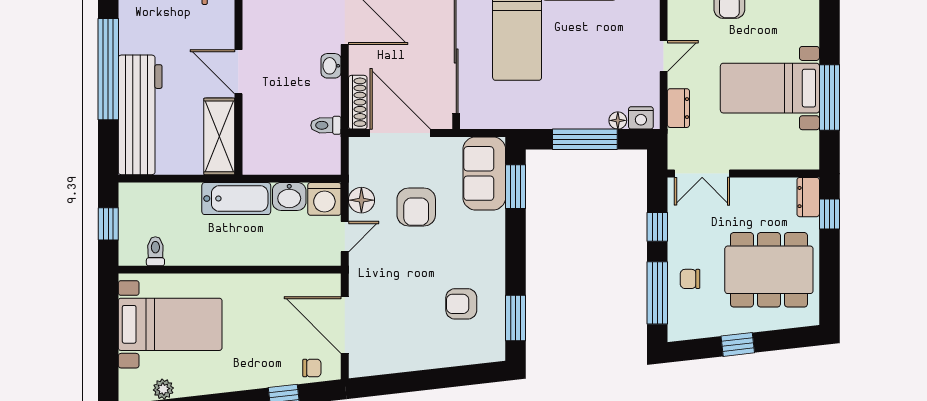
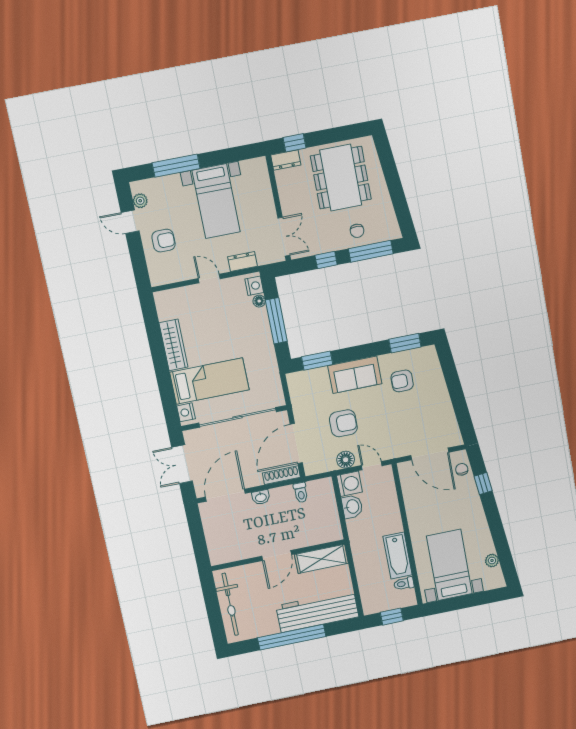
window: (829, 97) -> (176, 166), moved
sofa: (484, 173) -> (355, 375), moved
bathtub: (236, 199) -> (398, 556), moved, turned 180
armchair: (461, 304) -> (402, 381), turned 90
door: (345, 325) -> (430, 454), hinge flipped
window: (738, 344) -> (396, 189), removed

